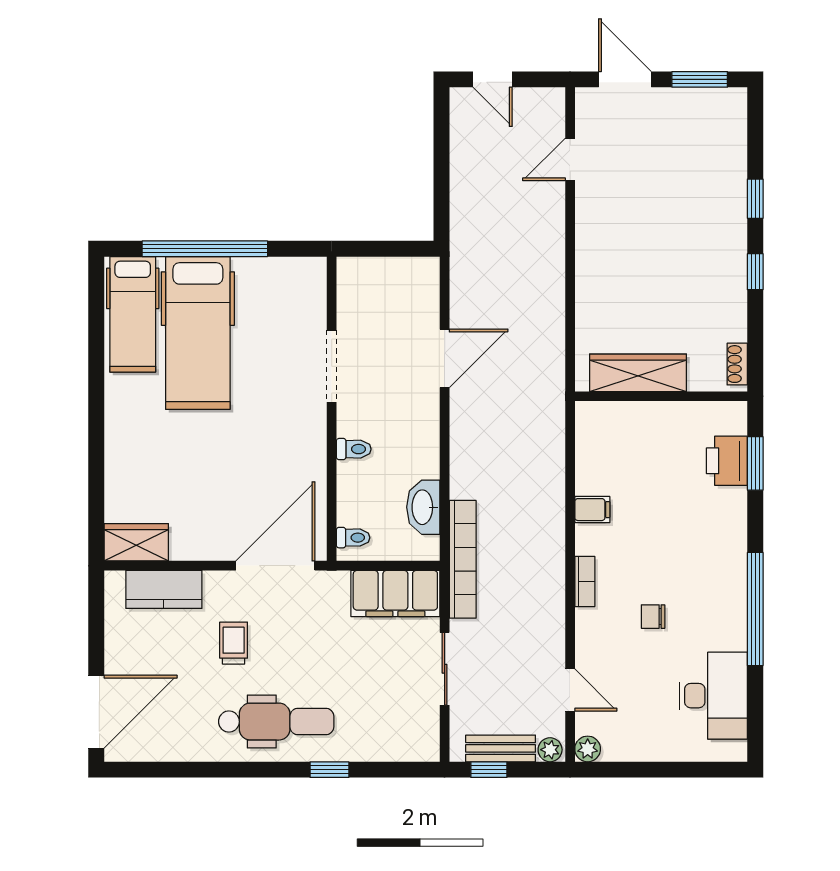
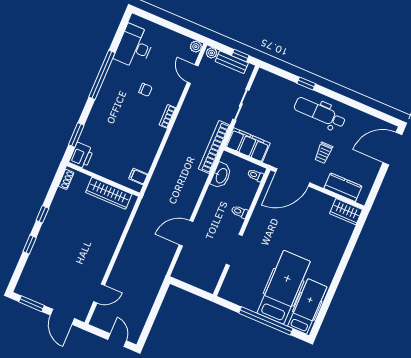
printer: (727, 461) -> (81, 156), moved
filing cabinet: (592, 510) -> (138, 176), moved

